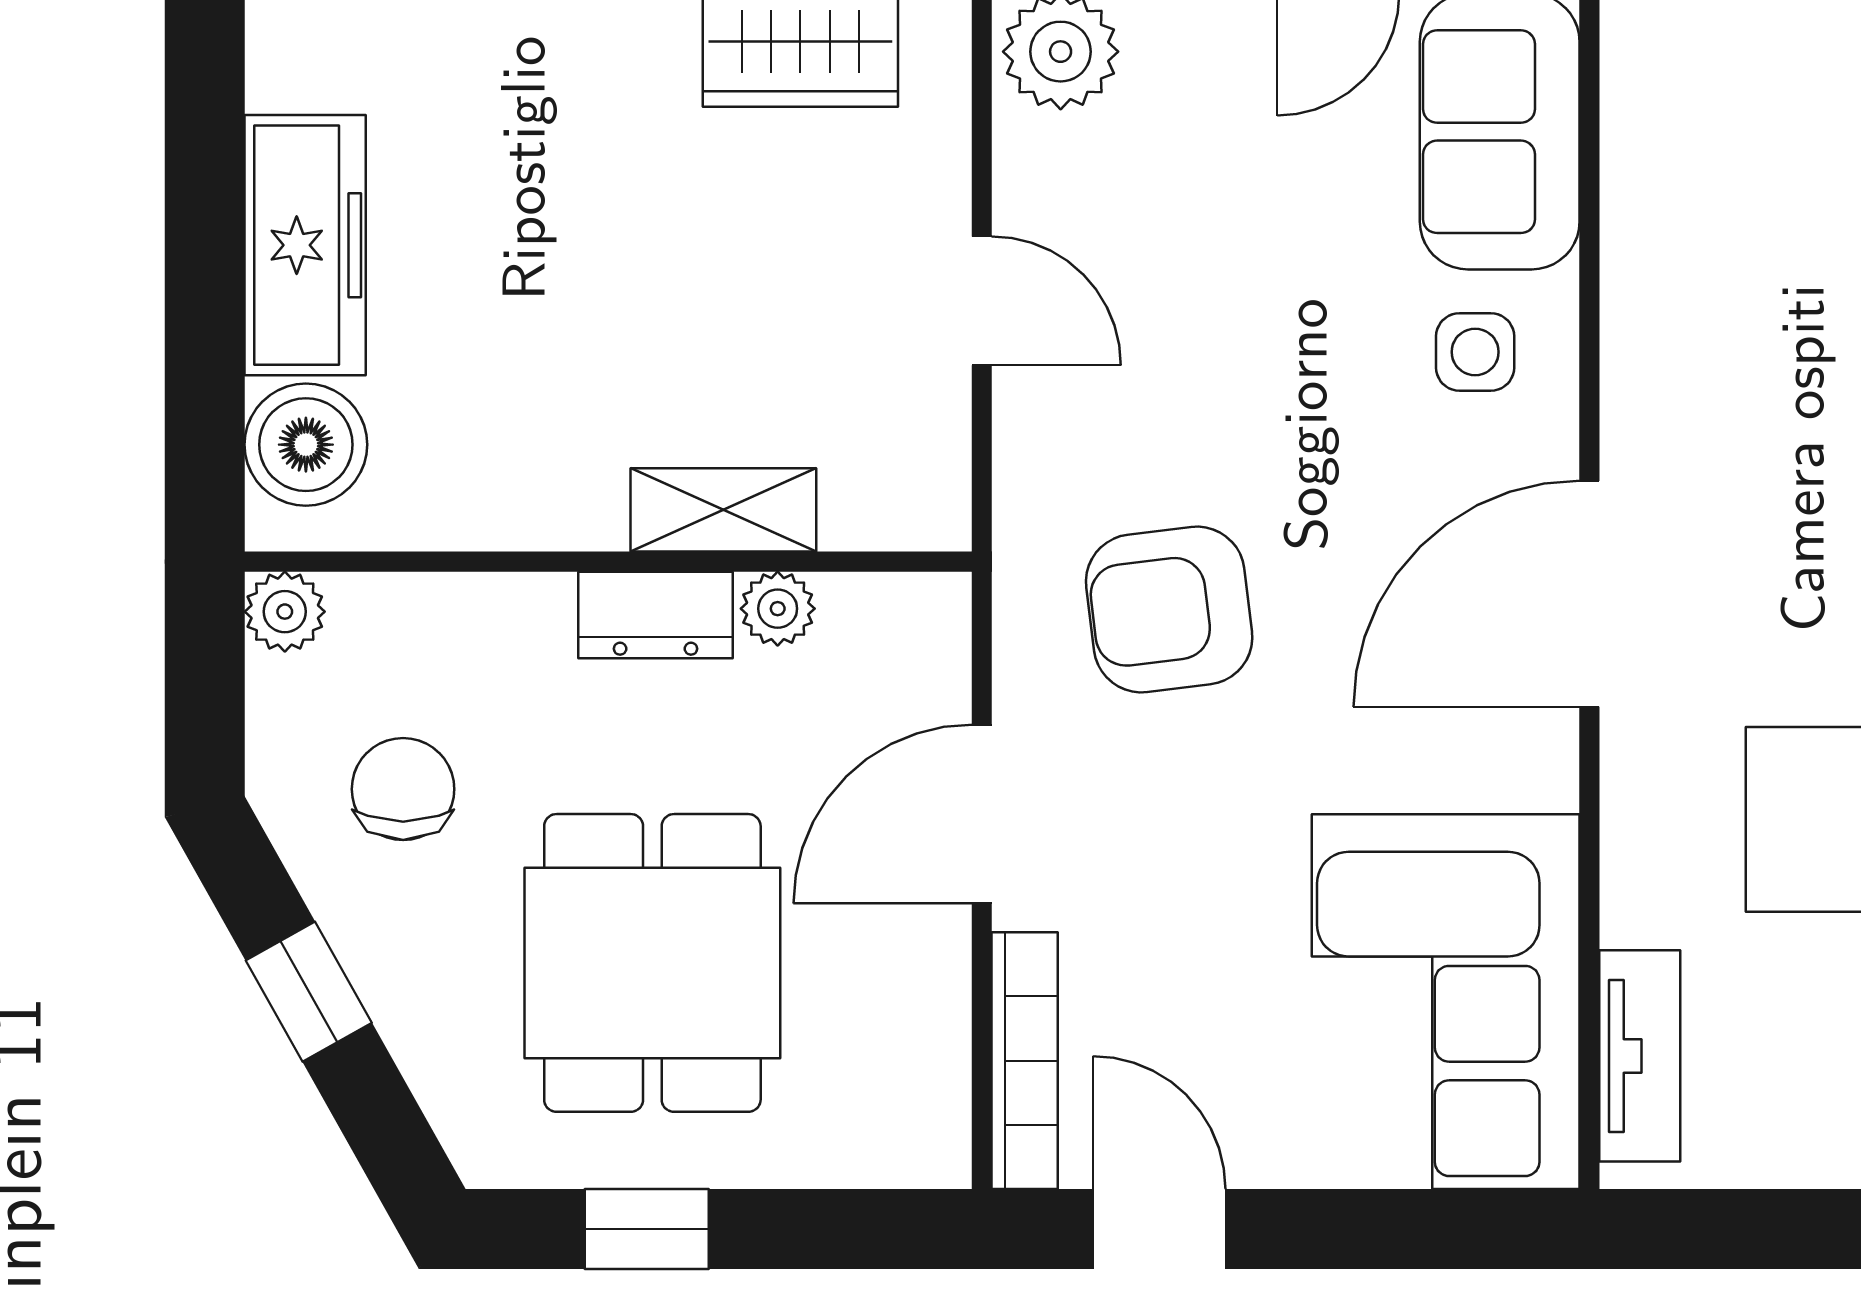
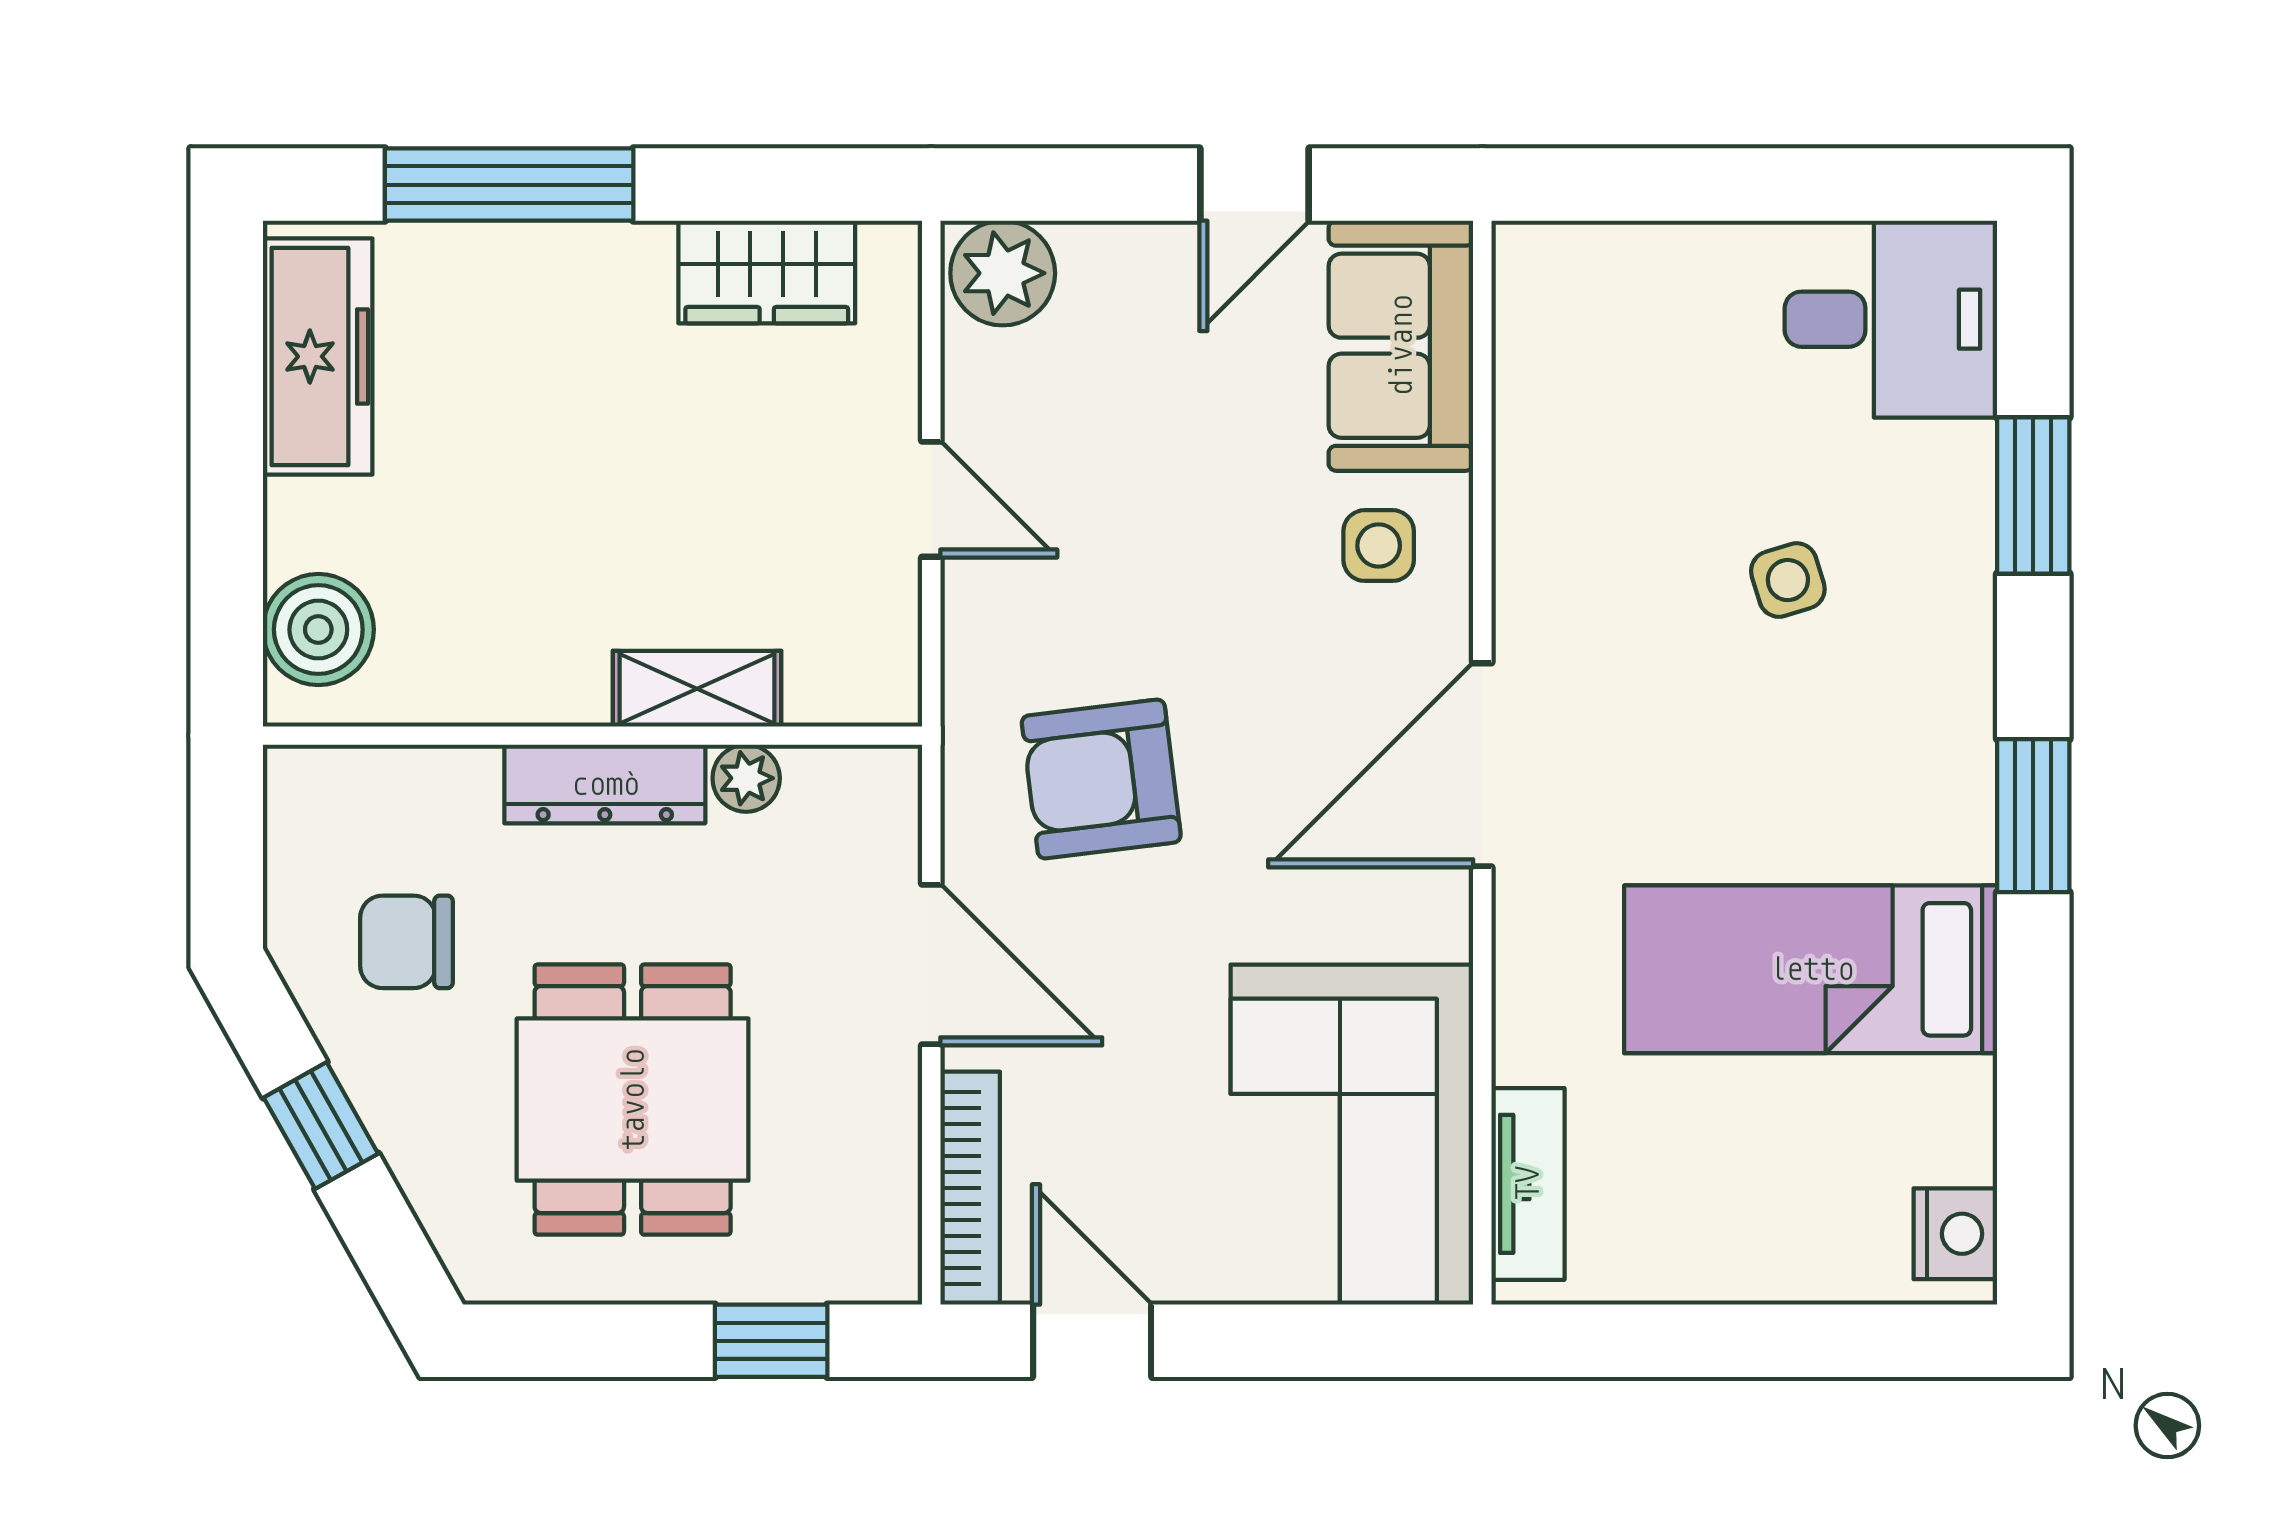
freezer: (305, 245) -> (318, 356), moved
plant: (285, 612) -> (299, 781), removed
dresser: (655, 615) -> (605, 784), width x1.44
chair: (403, 789) -> (406, 942), turned -90
door: (982, 814) -> (931, 965), swing flipped
window: (647, 1229) -> (771, 1341), moved

